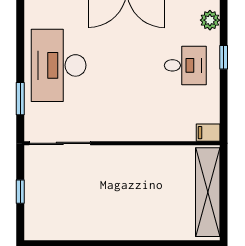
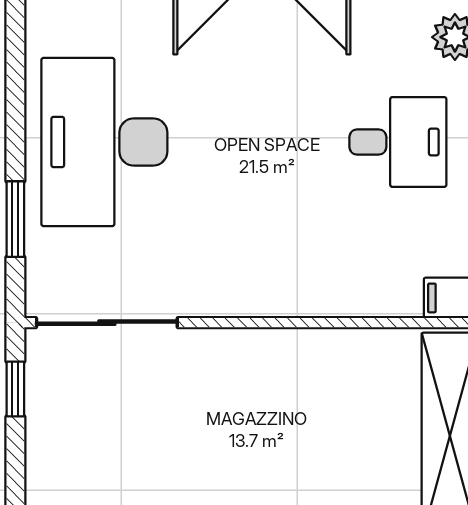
window: (20, 192) -> (15, 389), moved

